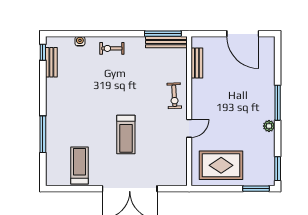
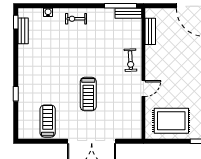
bench: (166, 42) -> (128, 13), width x0.73
window: (43, 134) -> (16, 94), width x0.46

